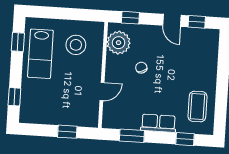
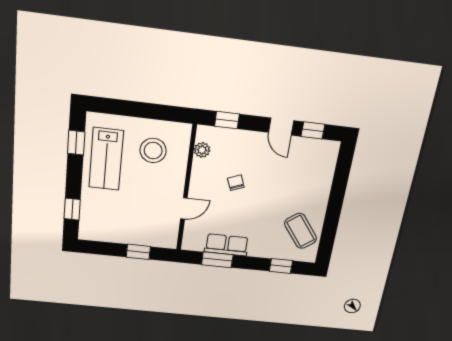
plant: (119, 43) -> (202, 150), width x0.53, depth x0.53
coffee table: (197, 106) -> (301, 231), turned -37
row of seats: (158, 123) -> (227, 245), moved

